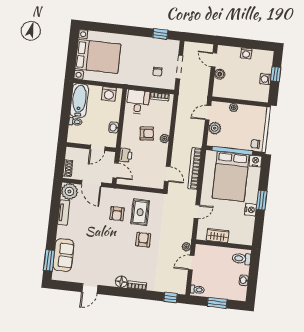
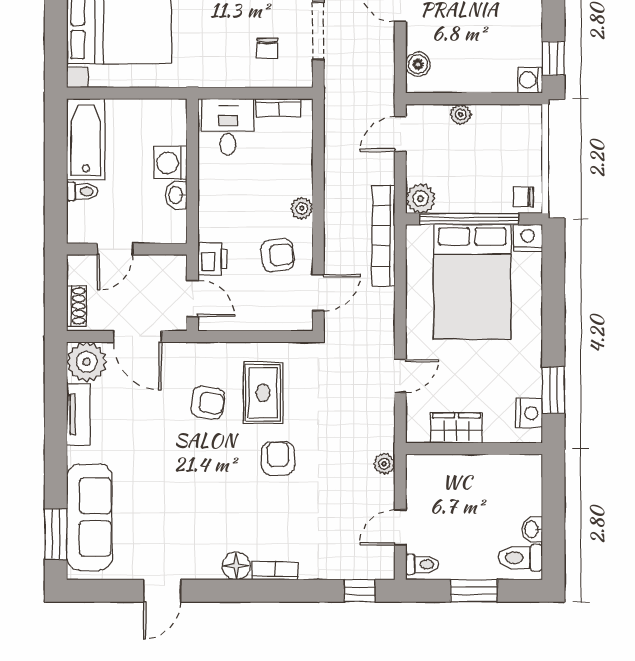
boiler: (220, 74) -> (418, 64), moved
window: (276, 74) -> (553, 58), moved
washing machine: (265, 79) -> (530, 80), moved
washing machine: (109, 94) -> (170, 163), moved, turned 90
plant: (215, 128) -> (421, 199), moved
armchair: (147, 134) -> (277, 255), moved
door: (97, 148) -> (115, 249), moved
bookcase: (195, 168) -> (383, 235), moved
door: (167, 174) -> (318, 293), hinge flipped
window: (262, 200) -> (553, 390), moved
nightstand: (250, 210) -> (529, 413), moved
armchair: (117, 214) -> (208, 403), turned -81
sofa: (63, 255) -> (89, 517), width x1.36
toilet: (241, 259) -> (520, 558), moved
door: (191, 263) -> (400, 527), moved

